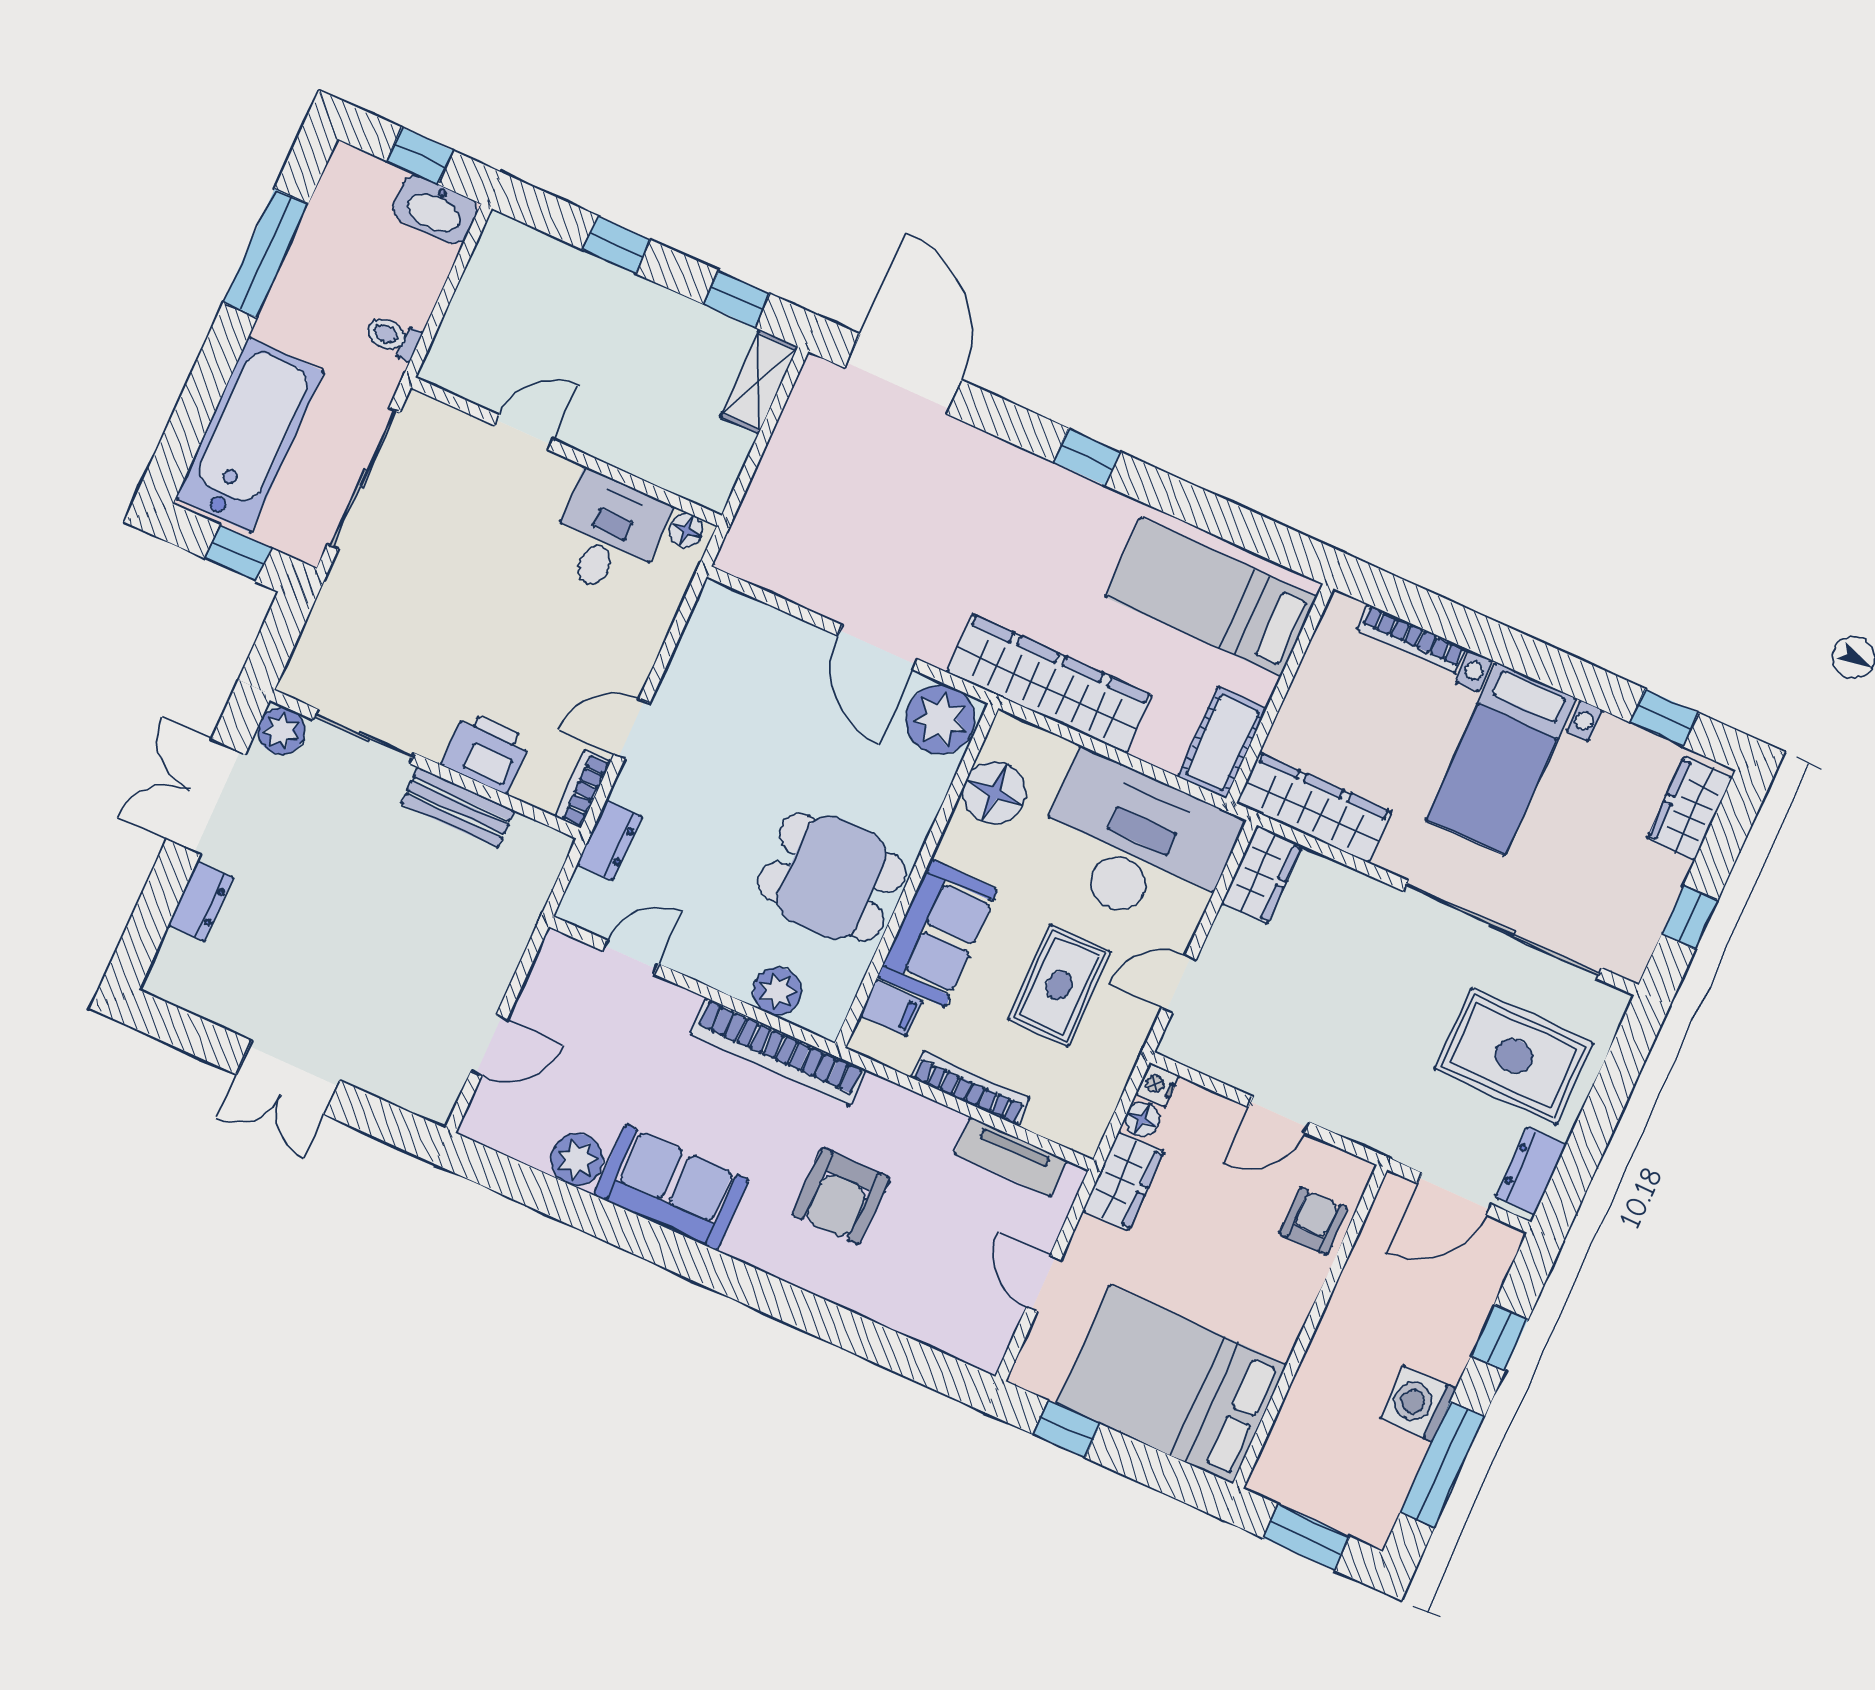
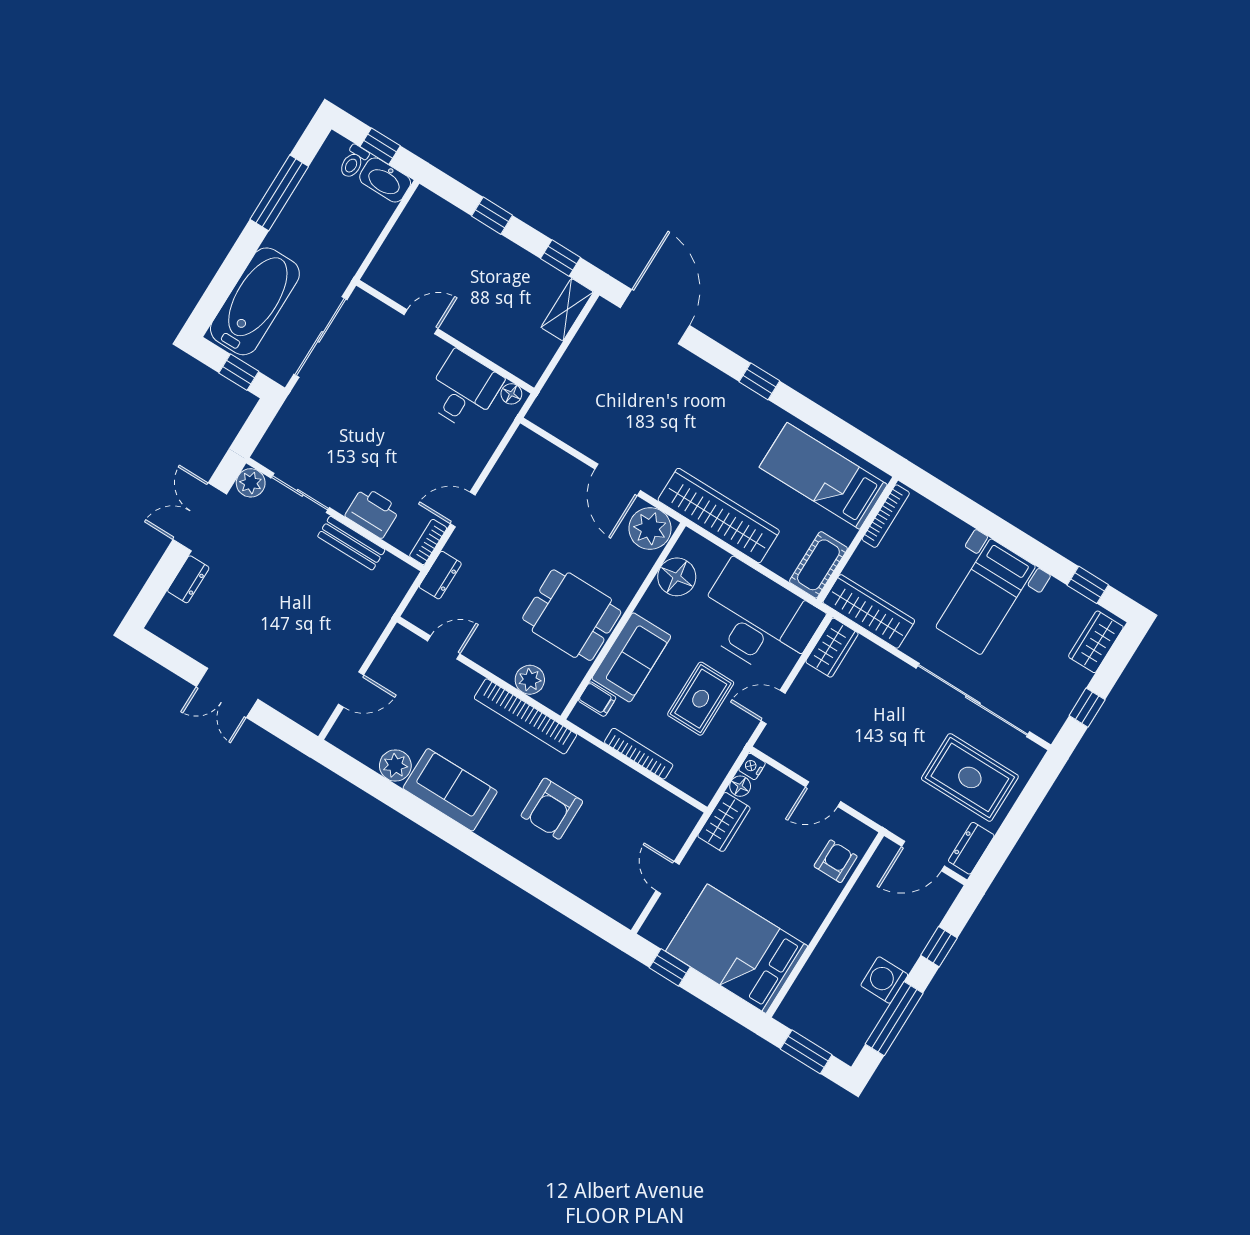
toilet: (393, 337) -> (353, 162), moved, turned -90
bookcase: (1412, 639) -> (886, 516), moved, turned -90
tv unit: (1011, 1157) -> (658, 799), removed

